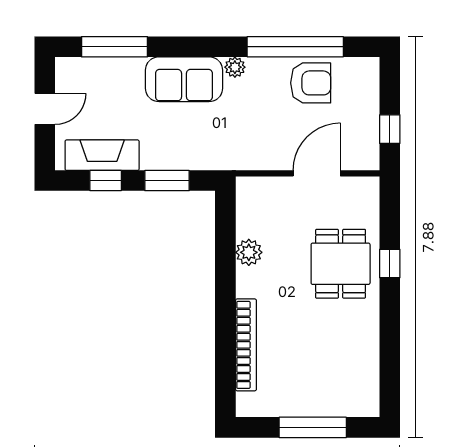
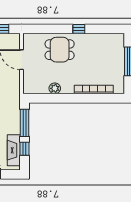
window: (167, 181) -> (24, 123), width x1.44
window: (390, 263) -> (79, 29), moved

